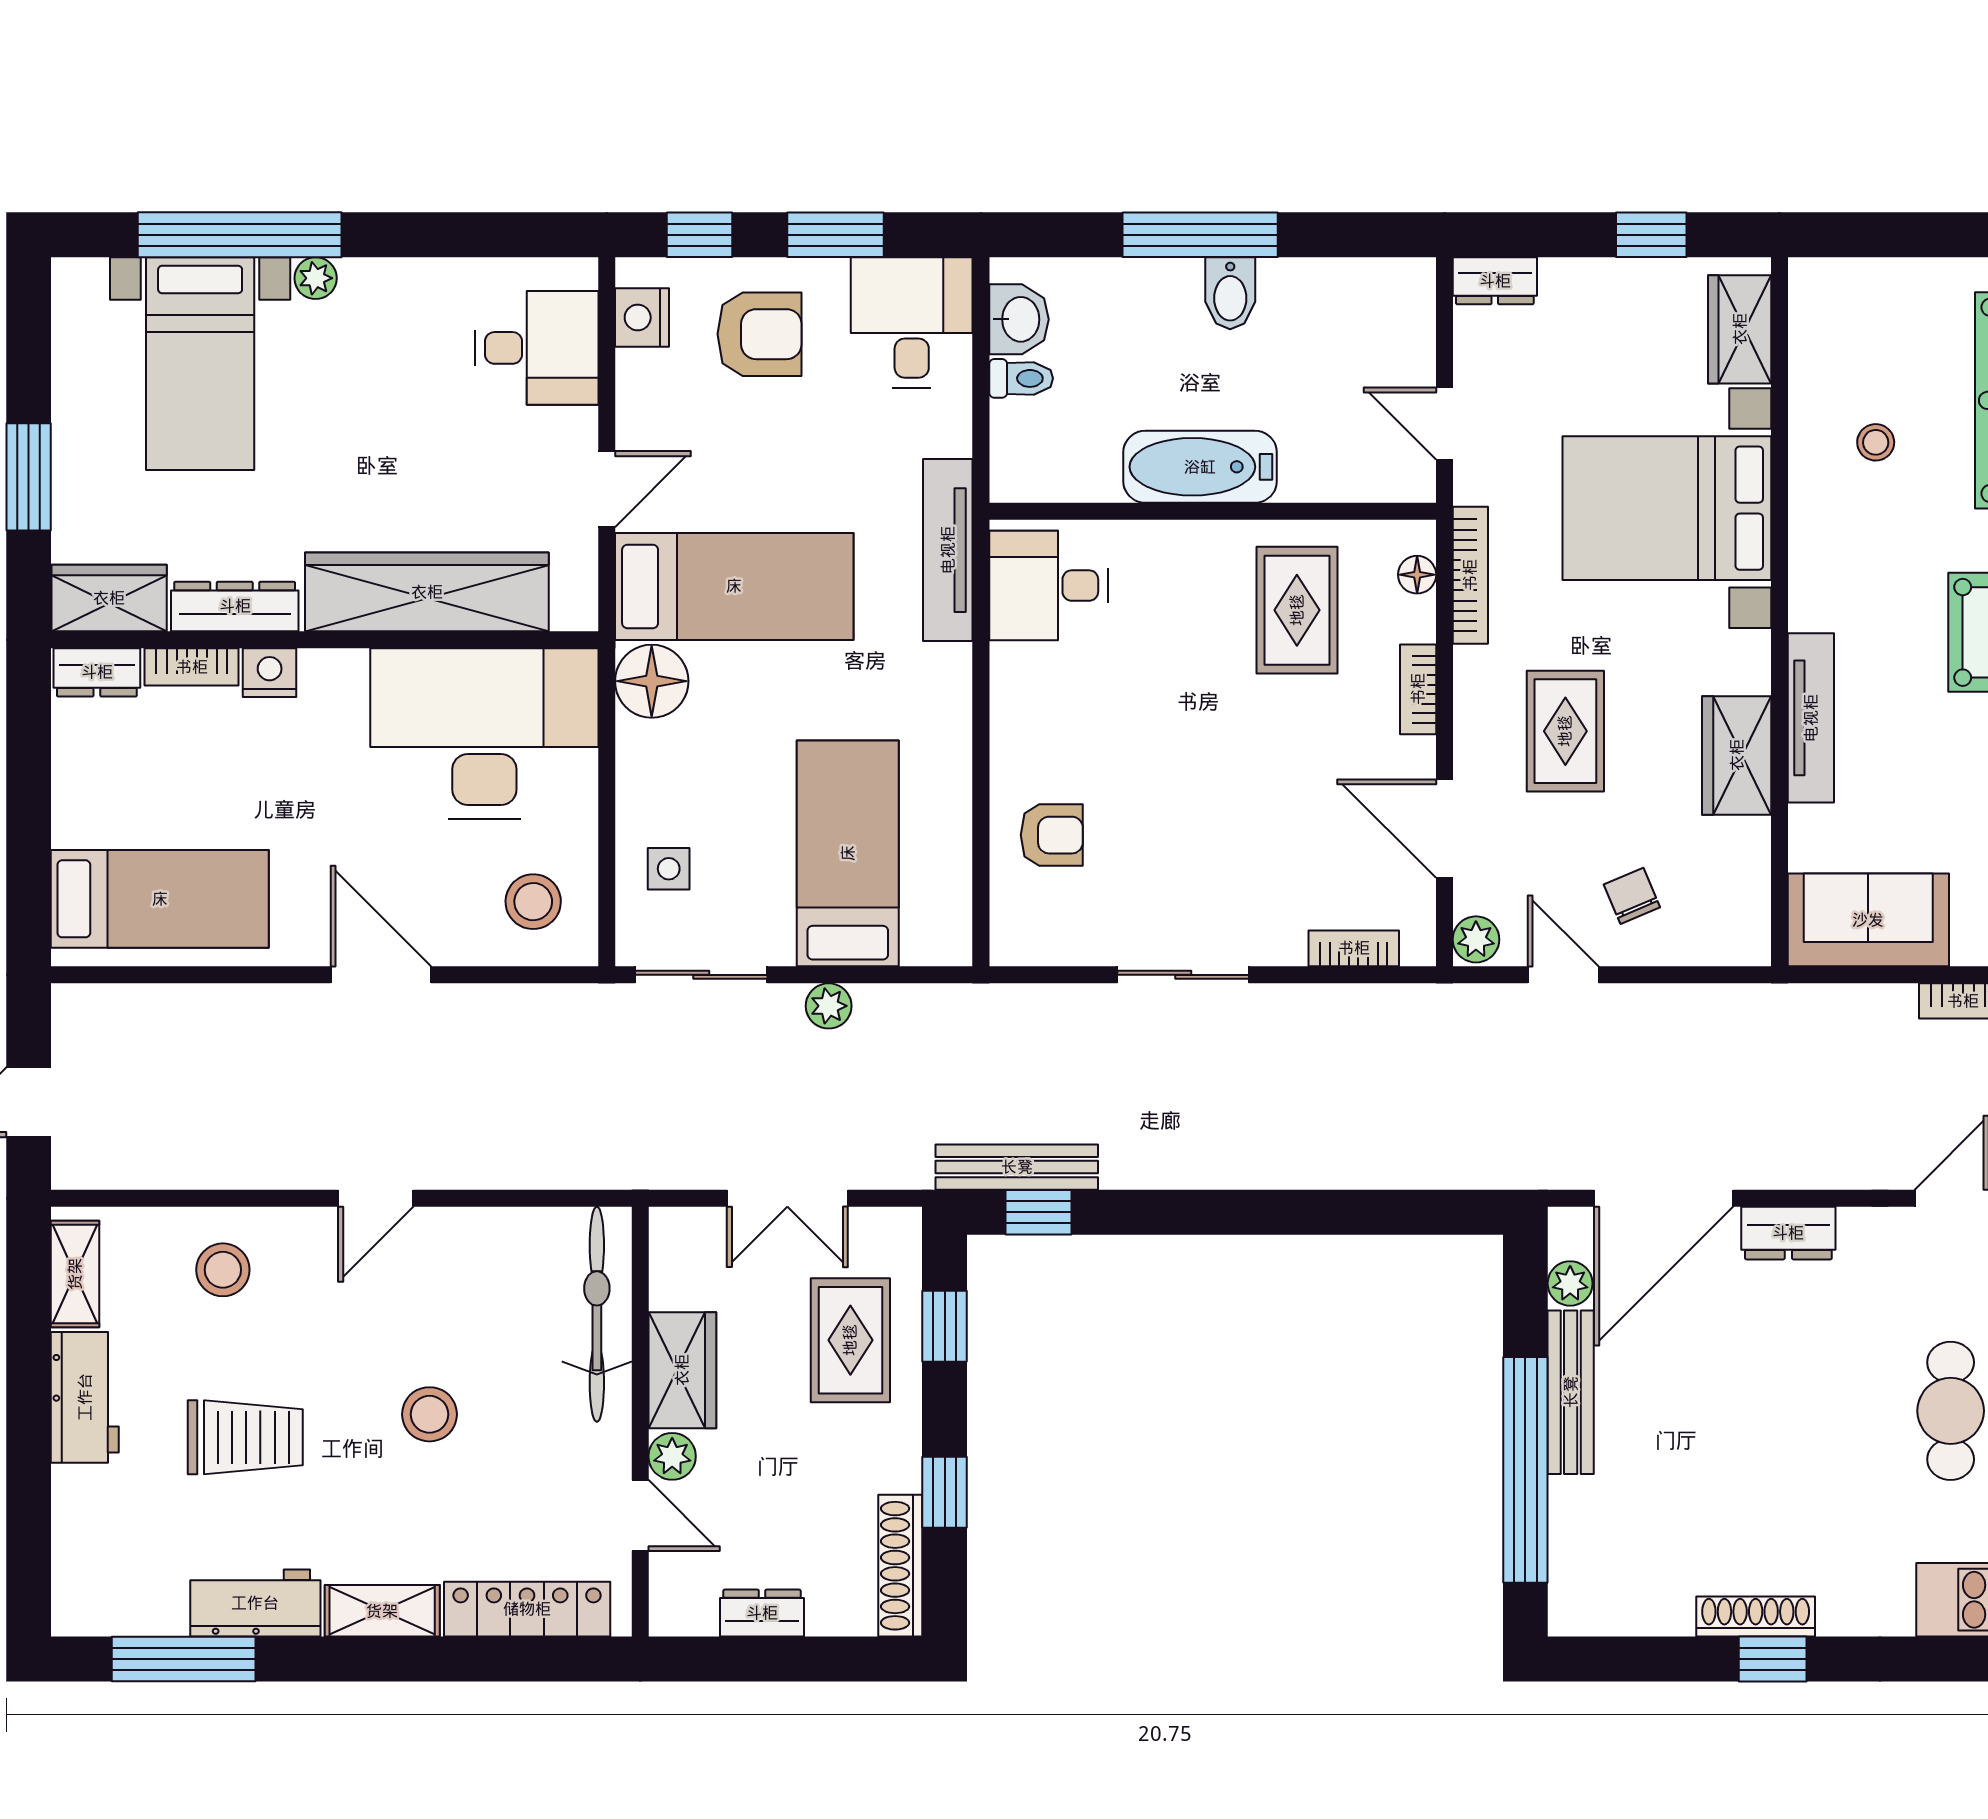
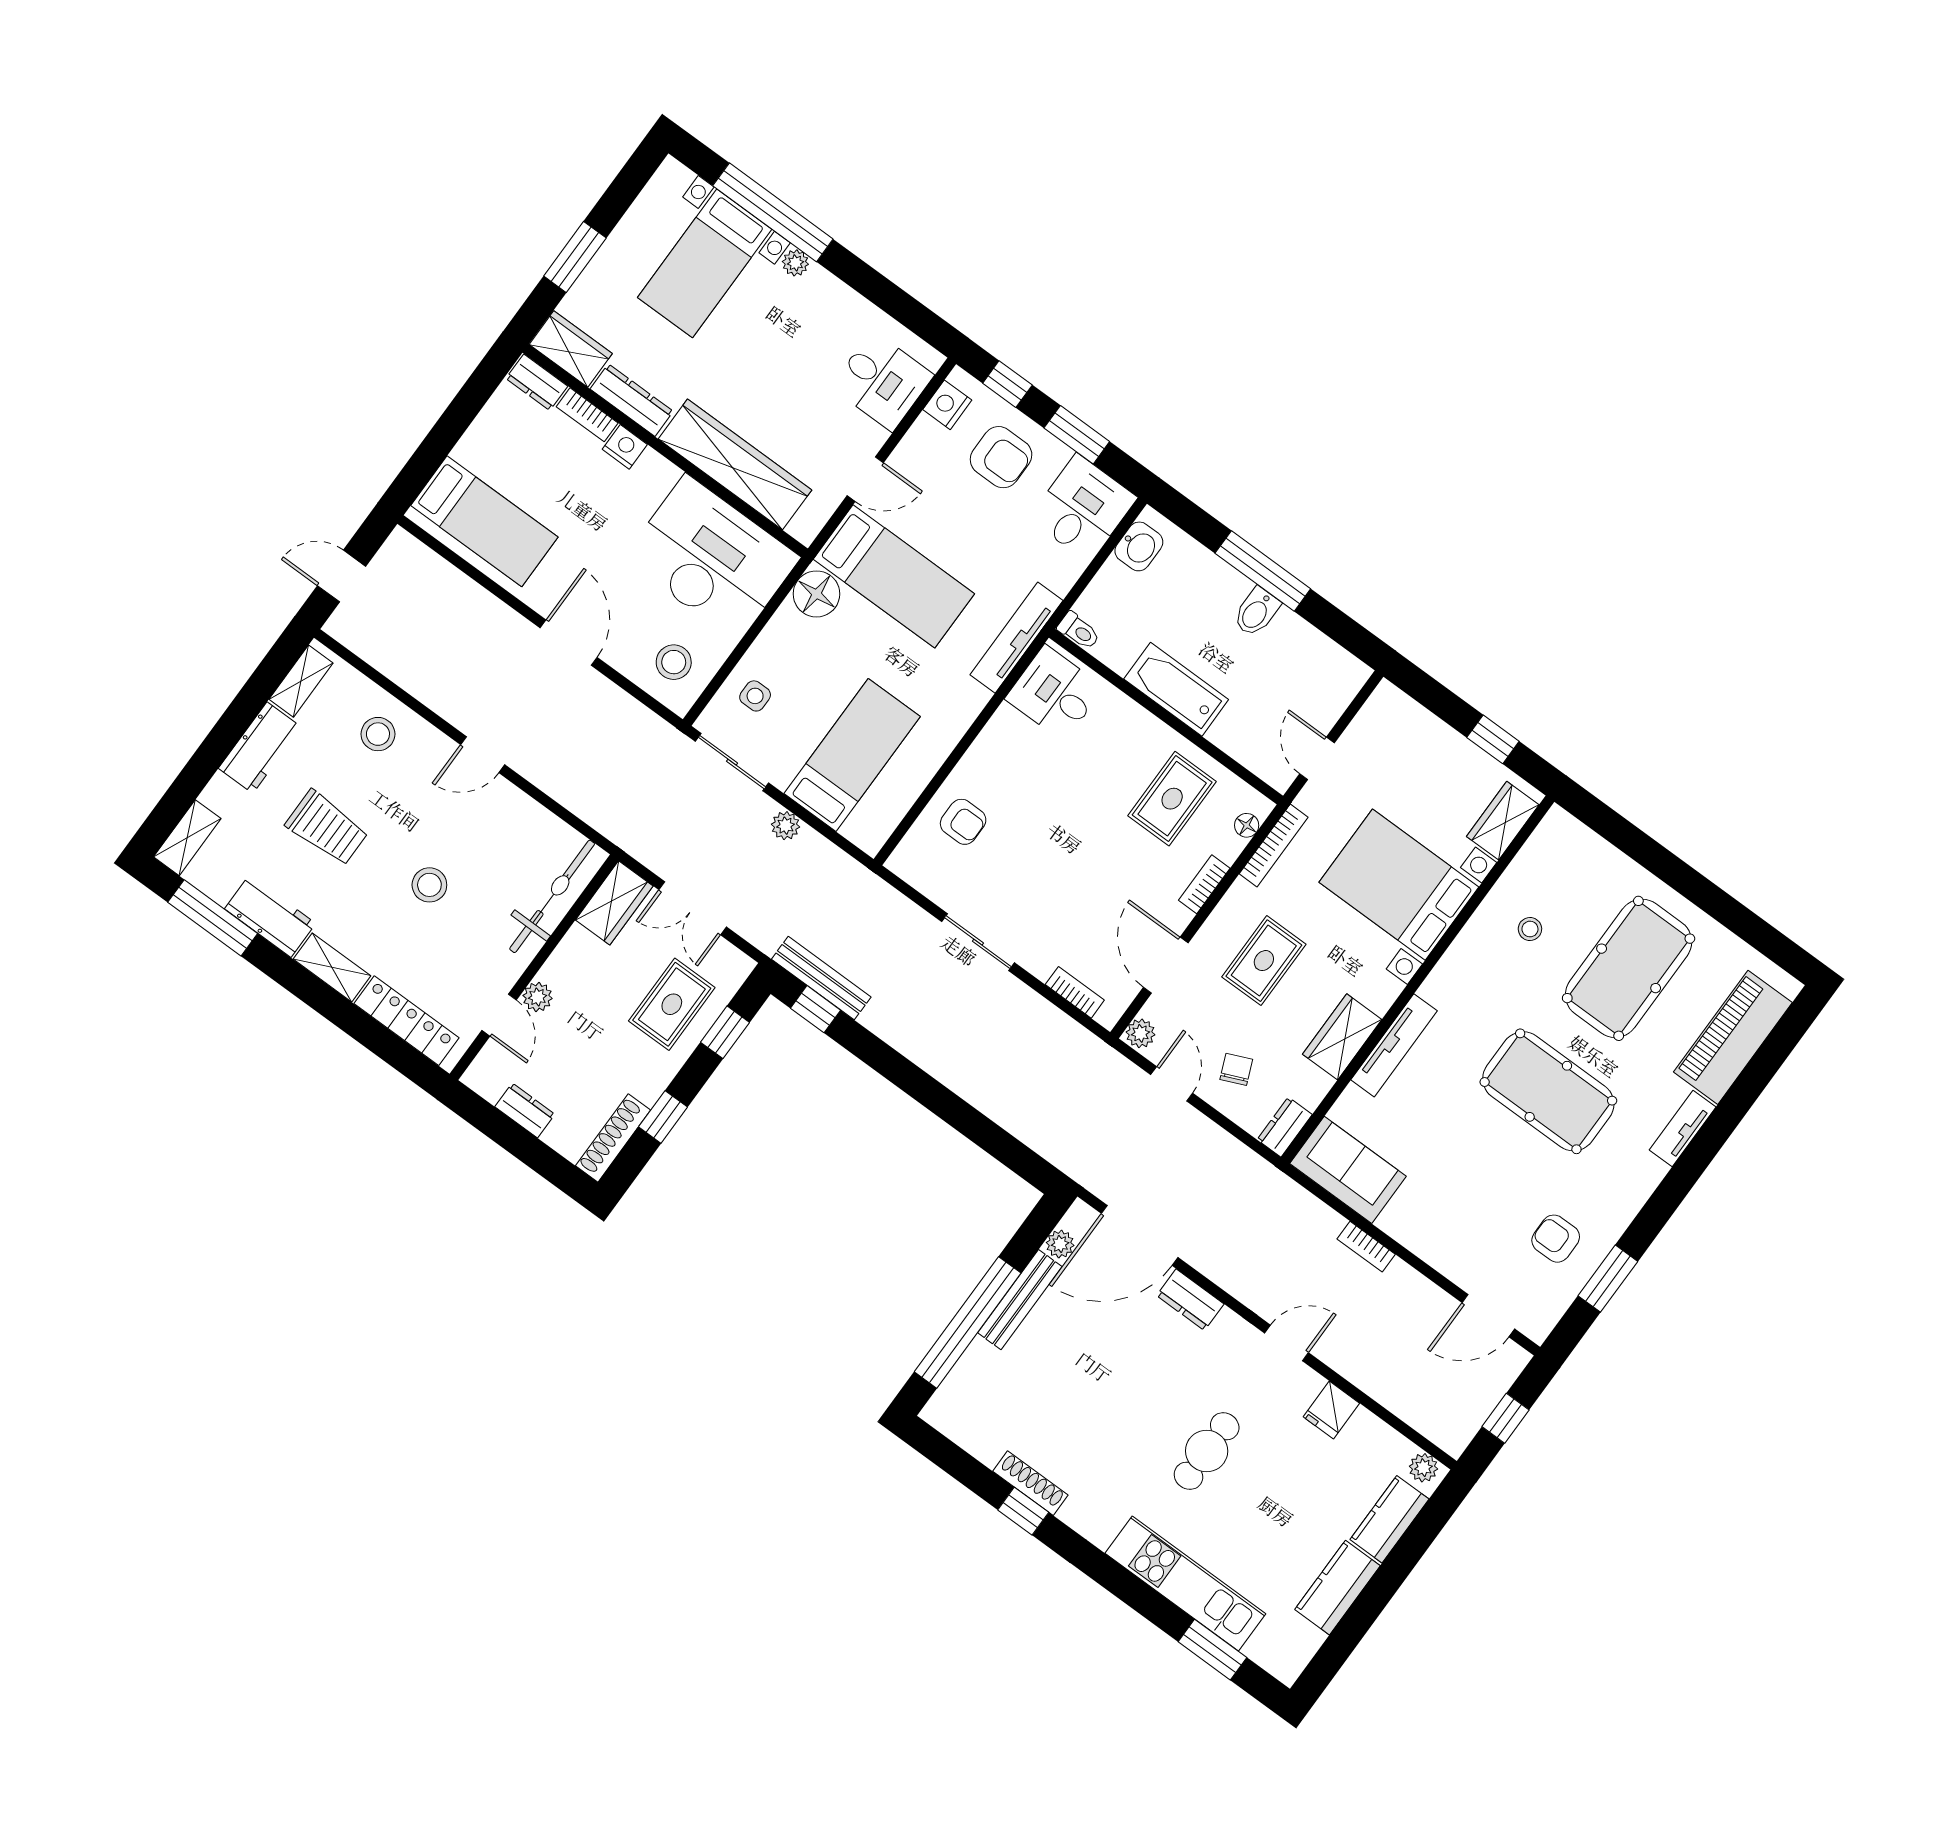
dresser: (1495, 281) -> (1285, 1127), moved, turned 90
toilet: (1021, 378) -> (1079, 631), moved
wardrobe: (682, 1370) -> (614, 903), moved
shelving: (76, 1580) -> (187, 838), added

